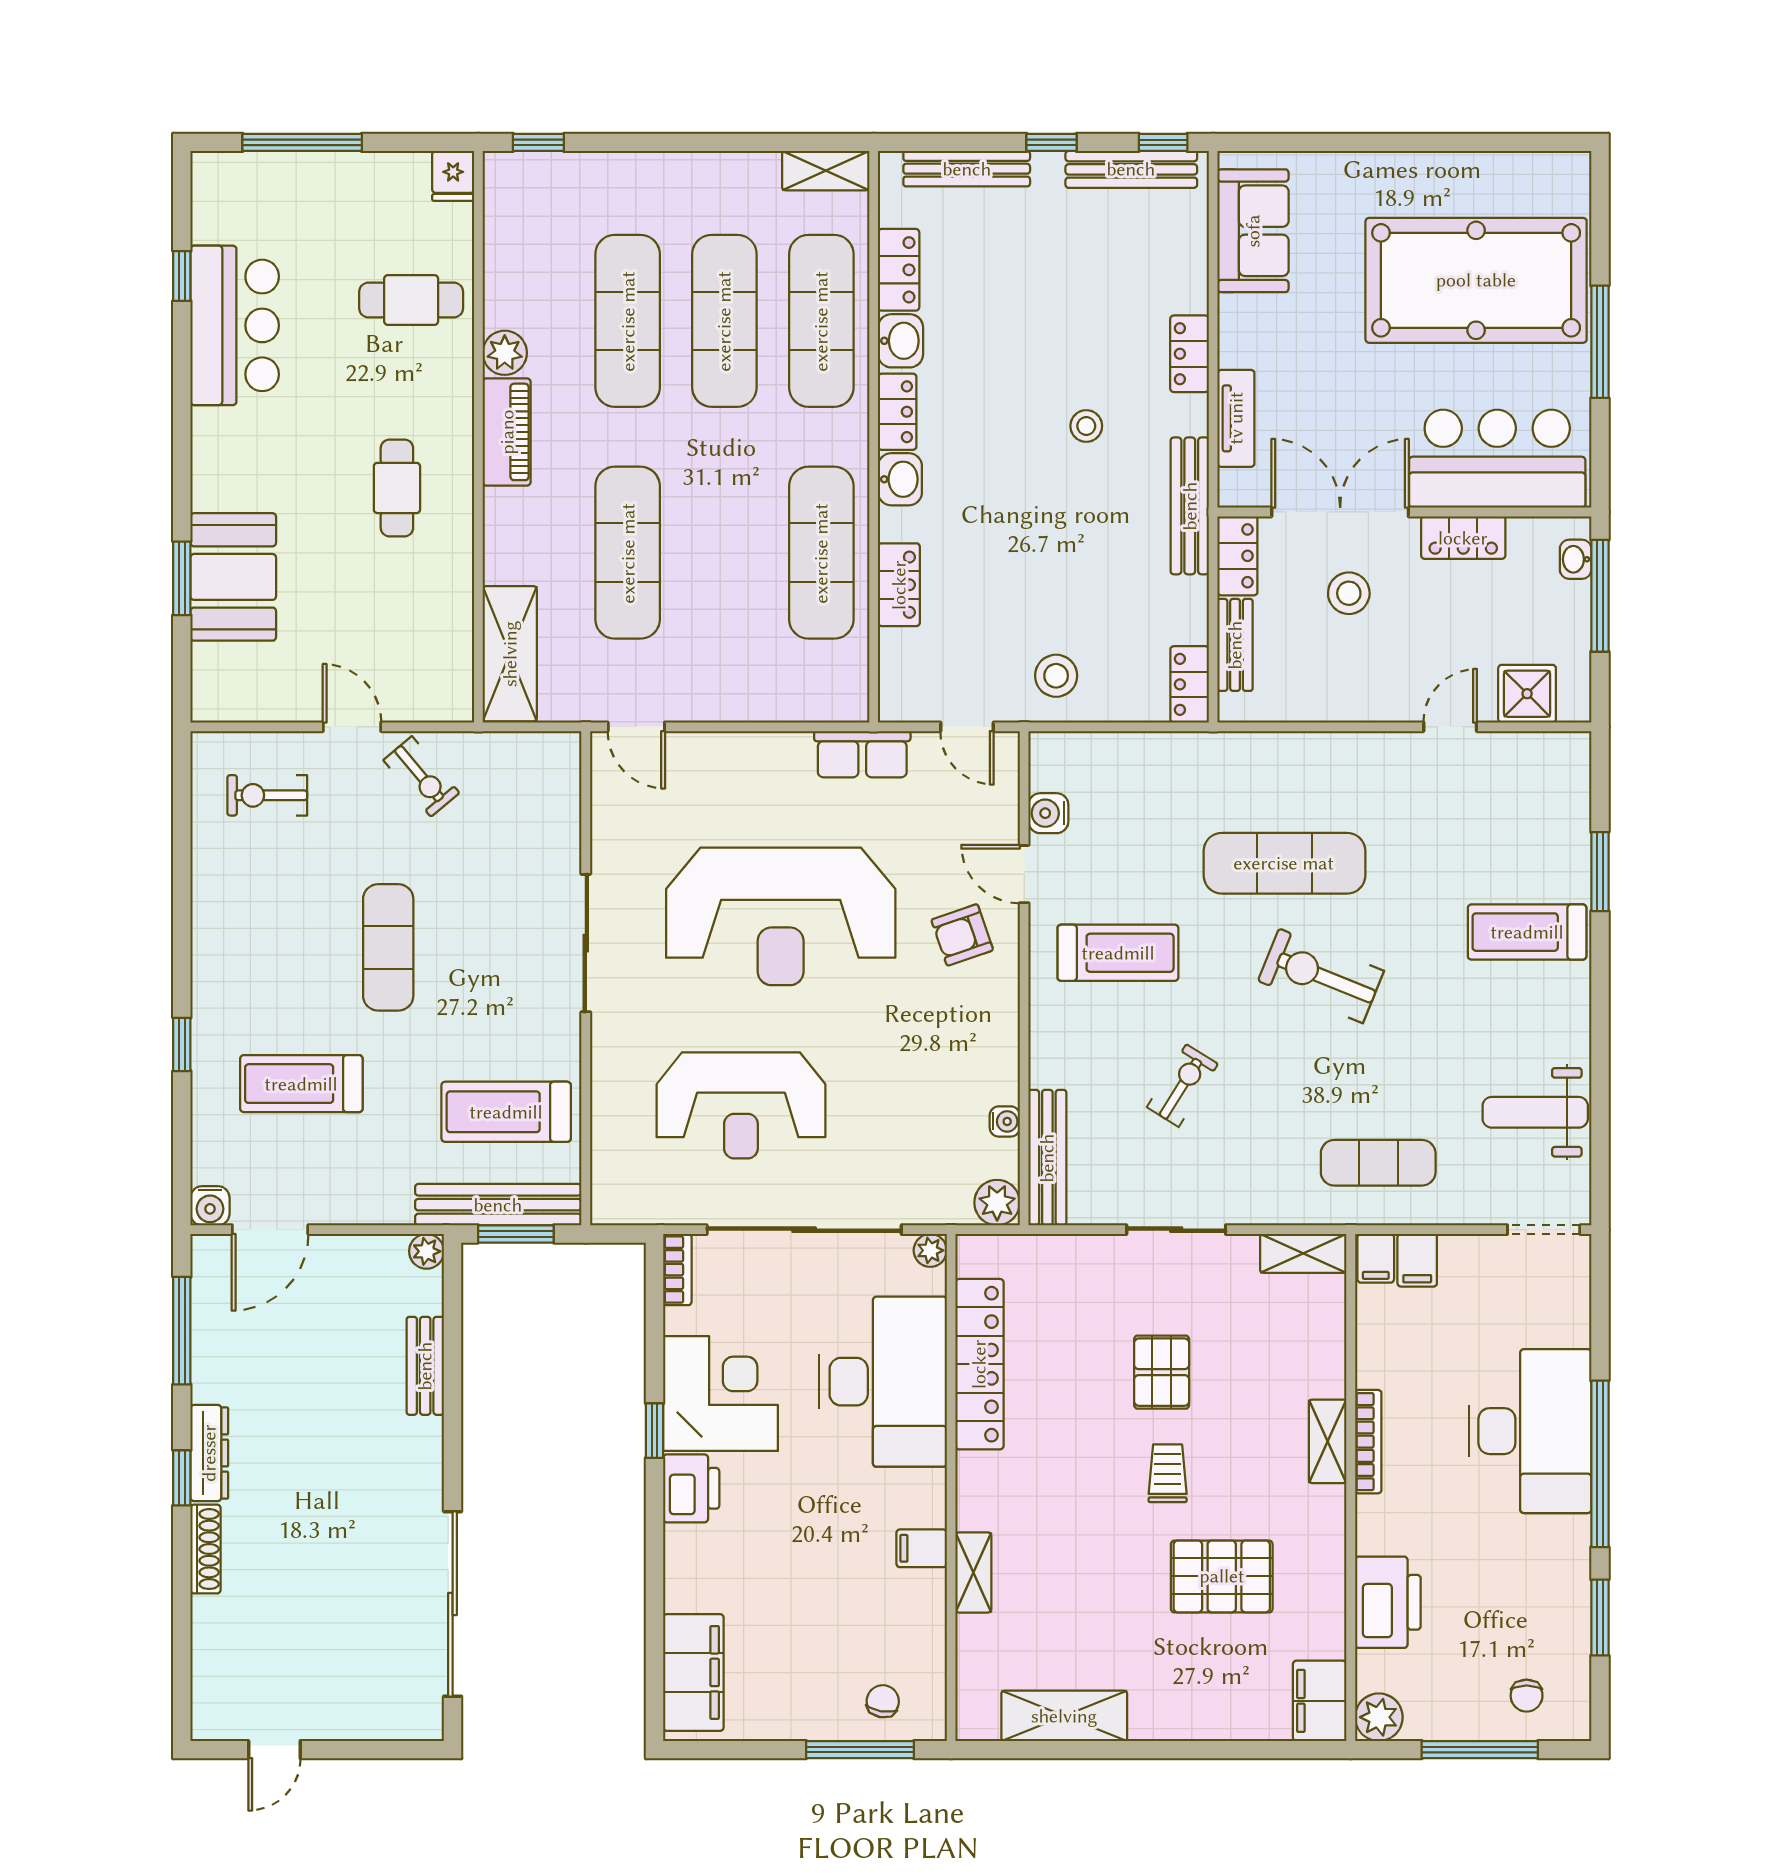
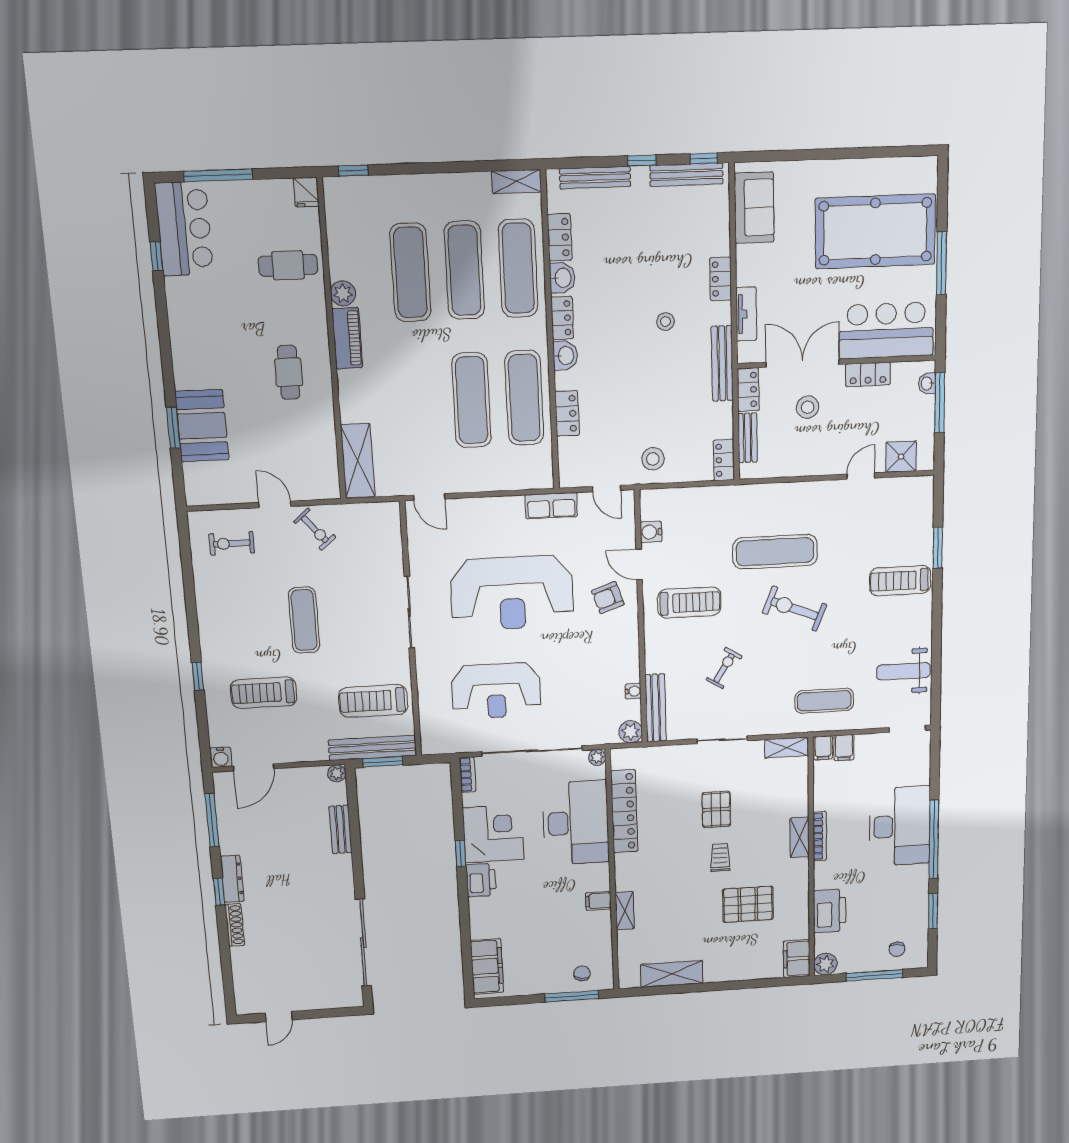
bar counter: (235, 325) -> (184, 229), moved
exercise mat: (628, 553) -> (472, 400), moved

